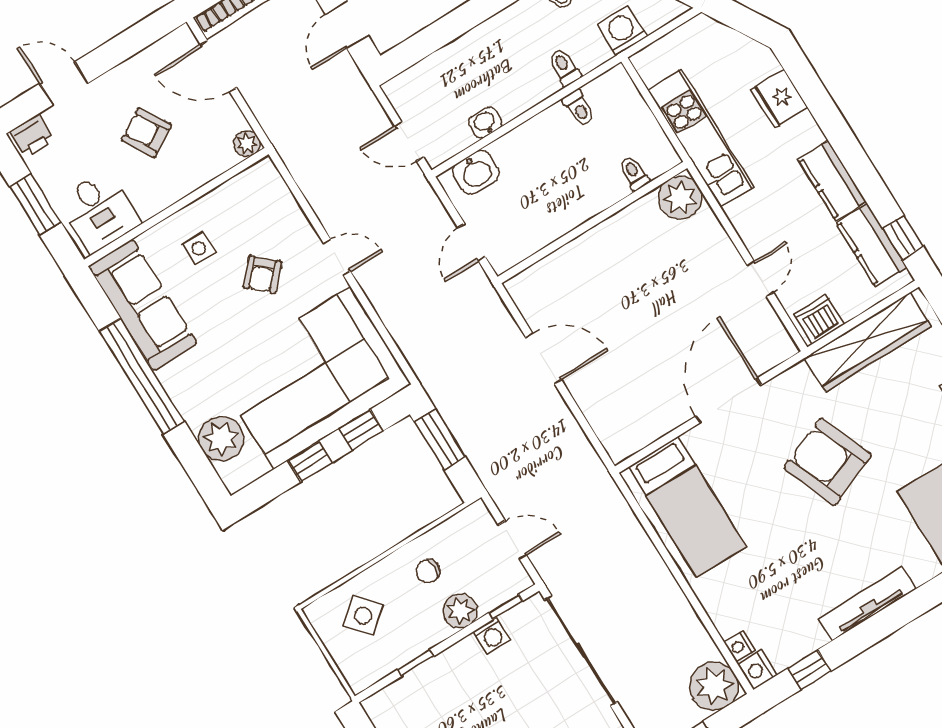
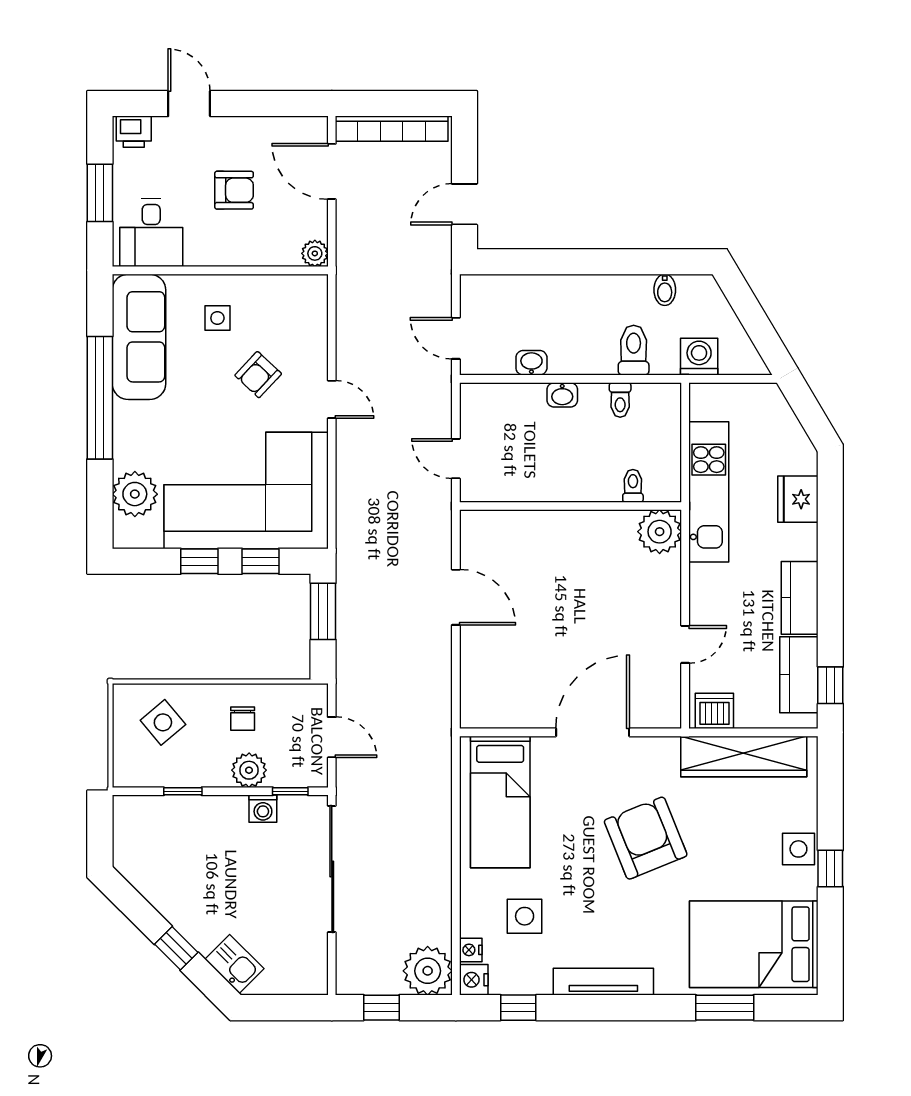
toilet: (564, 67) -> (634, 350), width x1.37, depth x1.39
armchair: (146, 133) -> (234, 190), turned 121
washbasin: (476, 172) -> (562, 395), moved, width x0.72, depth x0.69
door: (472, 242) -> (456, 459), hinge flipped
chair: (428, 571) -> (243, 719), turned -90
side table: (767, 590) -> (525, 916), added

